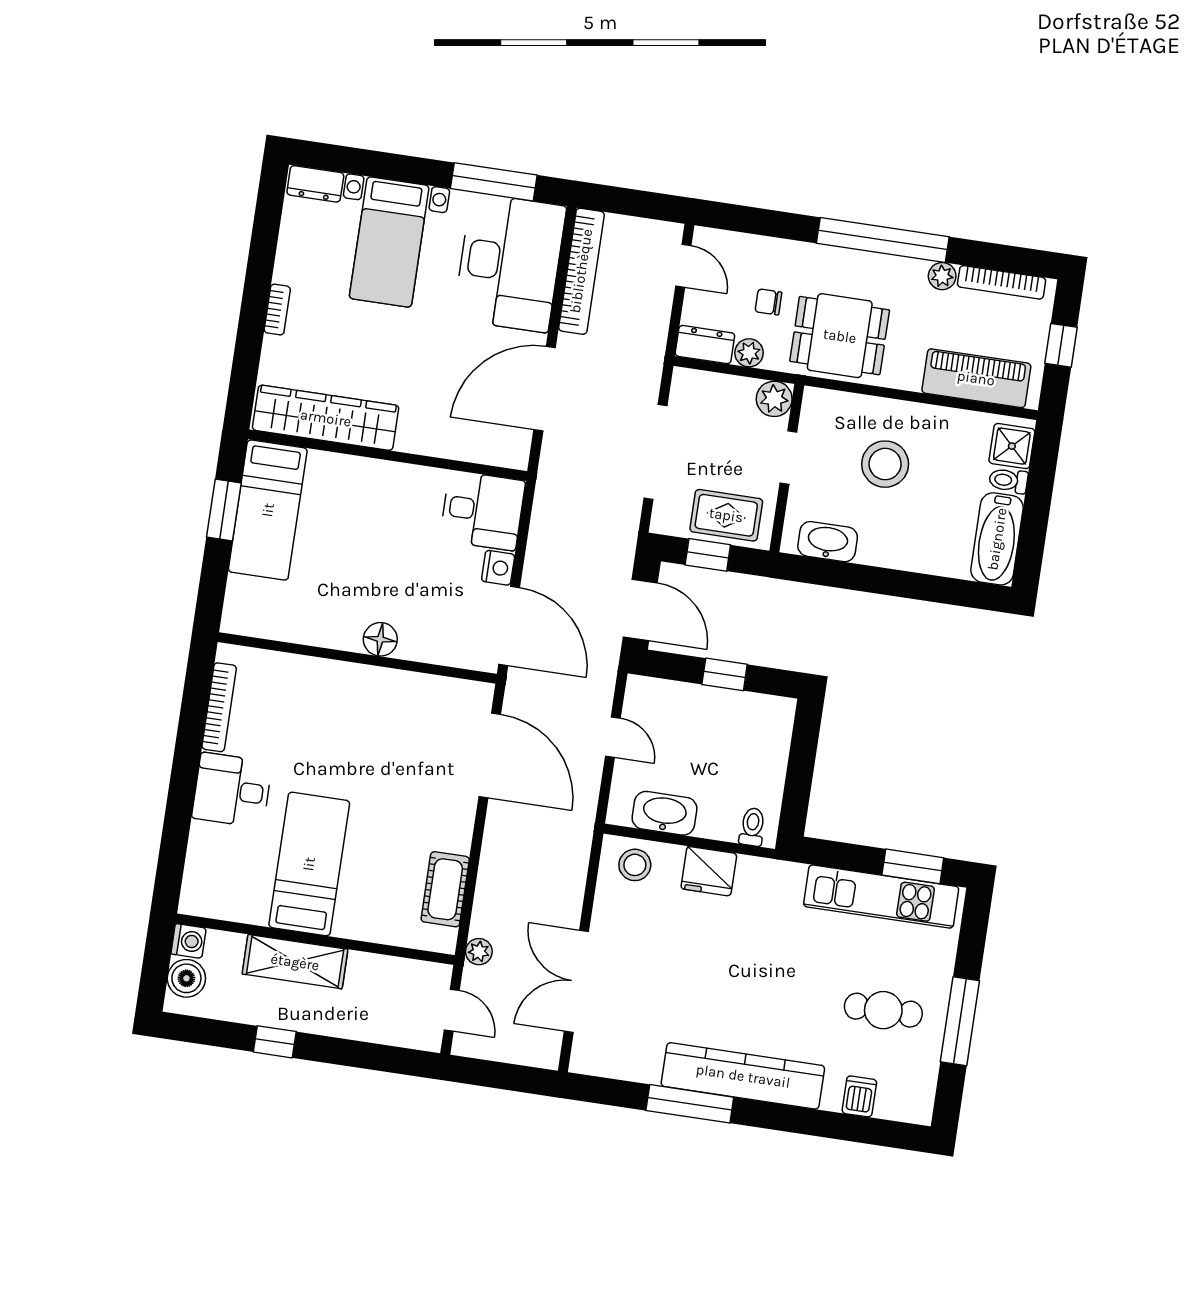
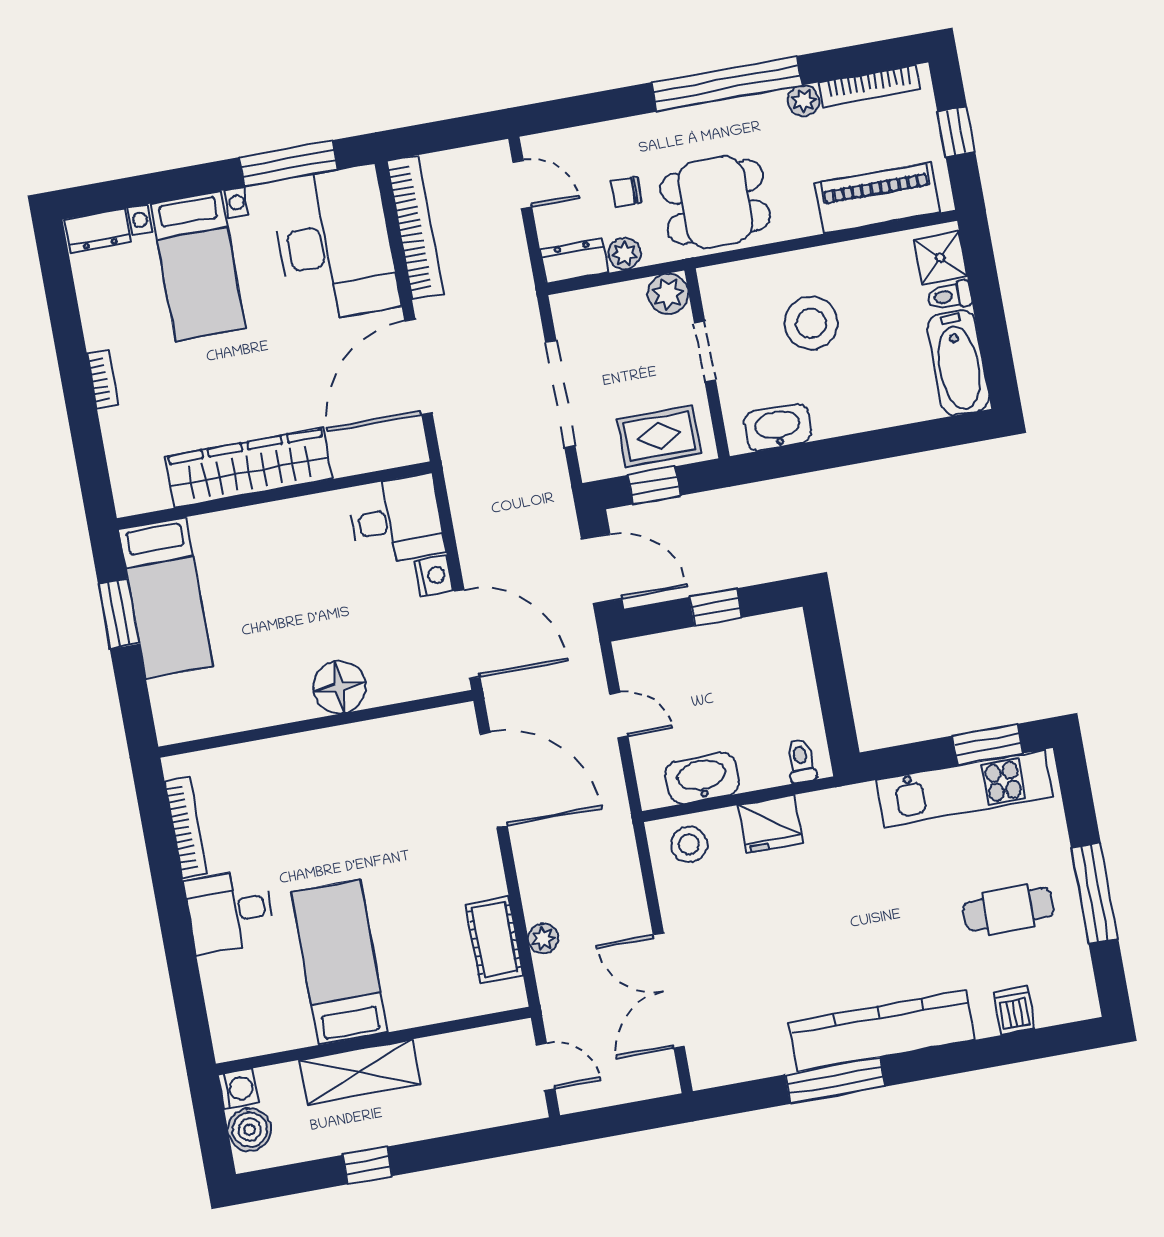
wardrobe: (326, 418) -> (249, 468), moved
floor lamp: (380, 639) -> (339, 687), width x1.38, depth x1.38
plant: (479, 952) -> (543, 939), moved

